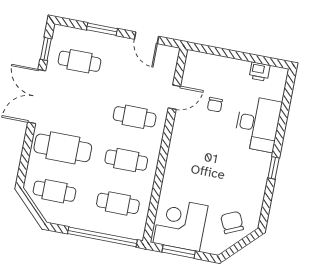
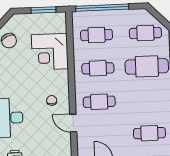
door: (174, 97) -> (73, 123), hinge flipped
chair: (215, 105) -> (52, 100), moved
corner desk: (180, 224) -> (50, 52), moved, turned 90

